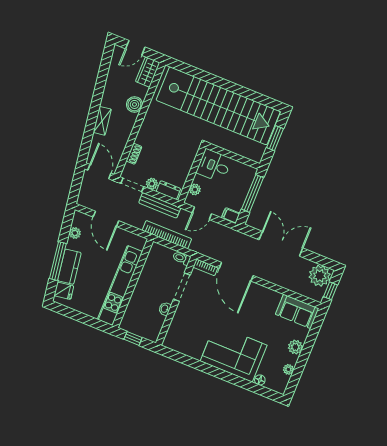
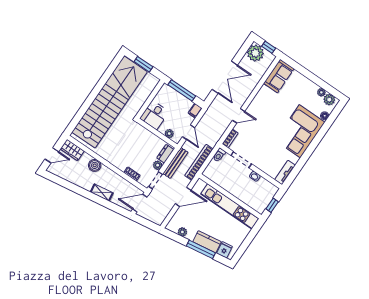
door: (135, 48) -> (52, 155), hinge flipped
door: (106, 219) -> (183, 197), moved
double door: (281, 244) -> (225, 77), swing flipped
door: (236, 272) -> (239, 116), width x0.53
tv unit: (178, 346) -> (285, 172), added
plant: (295, 347) -> (329, 100), moved

